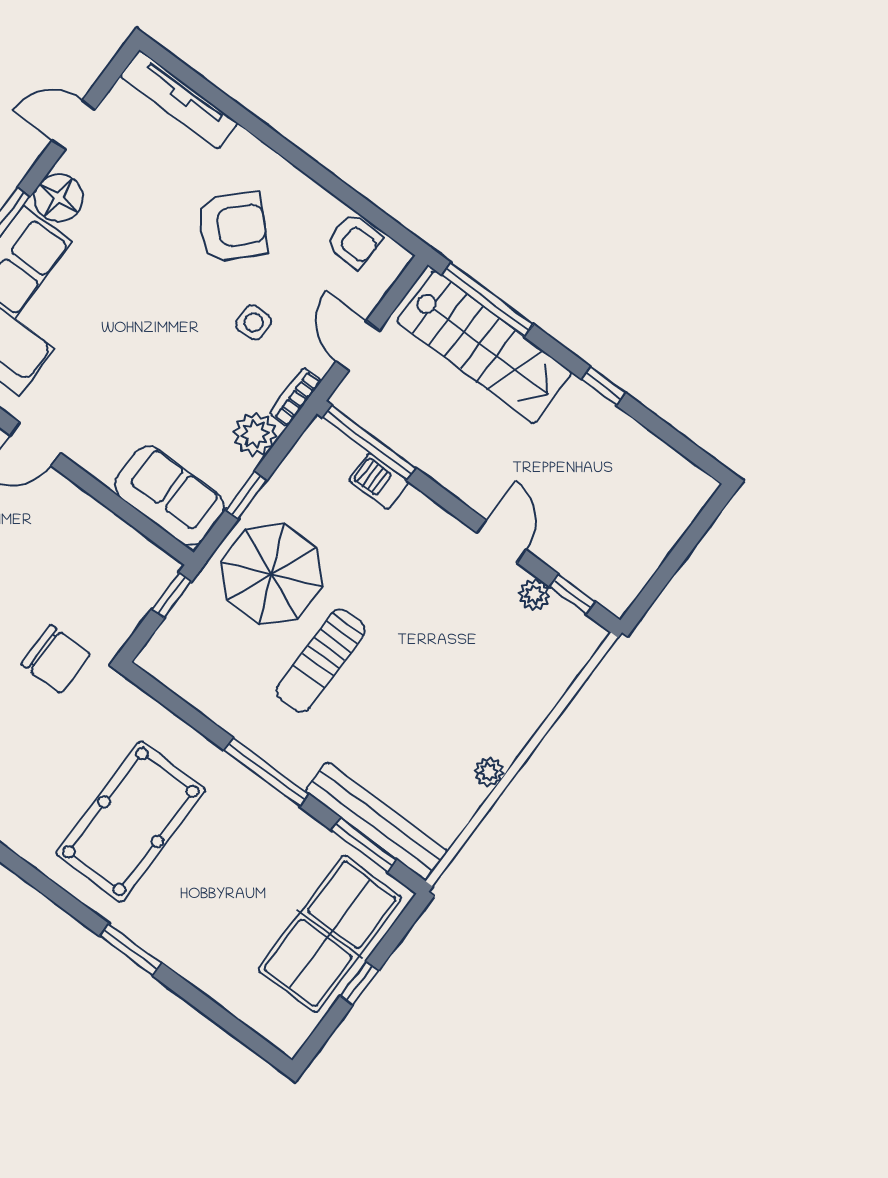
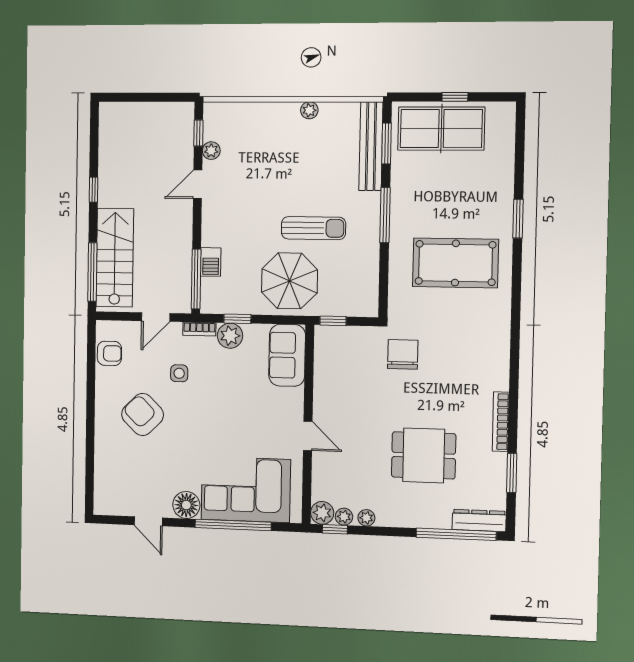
tv unit: (179, 100) -> (103, 480), removed
armchair: (354, 241) -> (109, 353), turned 89
window: (246, 495) -> (237, 319), moved

